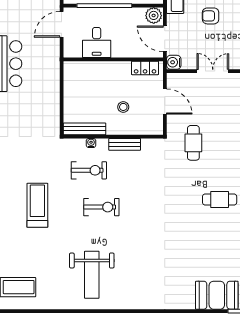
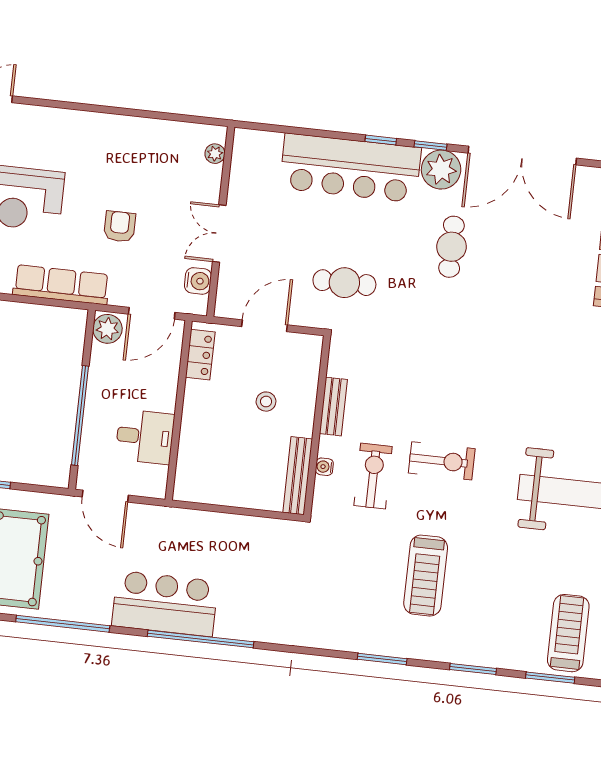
armchair: (211, 16) -> (120, 226), turned 180
water cooler: (174, 62) -> (198, 281), moved, turned -90
treadmill: (37, 205) -> (426, 576), turned -90
exercise bike: (101, 207) -> (442, 461), turned 90

